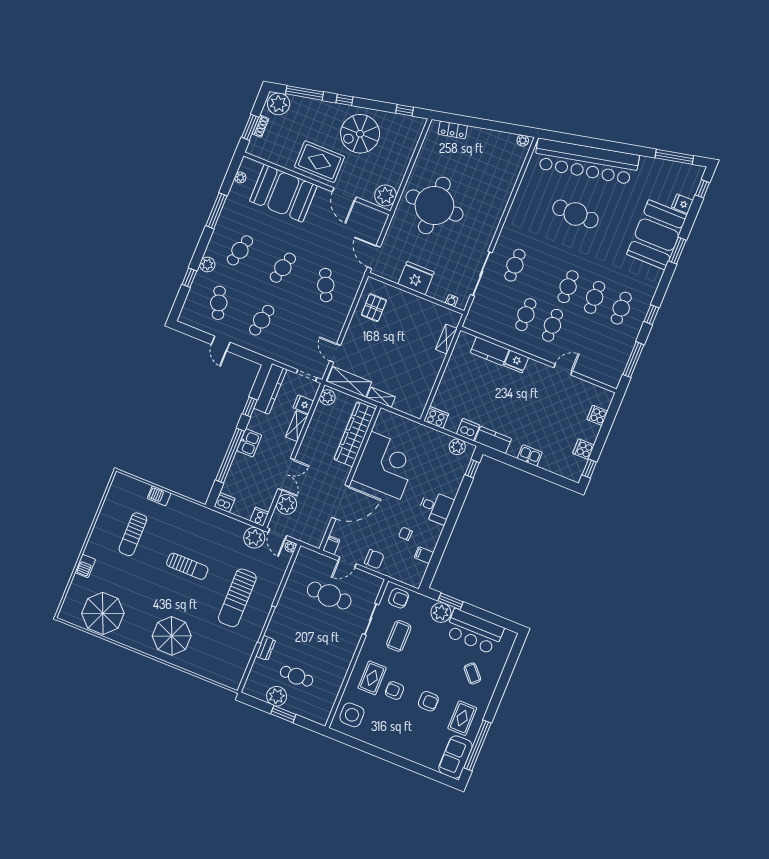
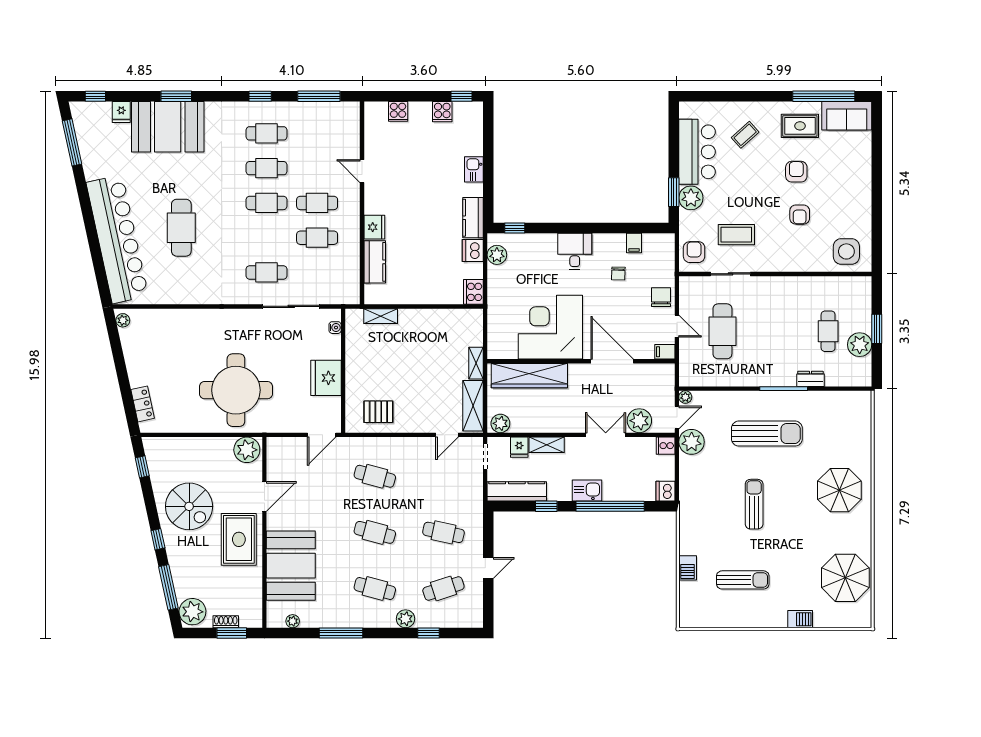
cafe table: (326, 285) -> (375, 476), turned 39
rug: (372, 678) -> (796, 246), removed

